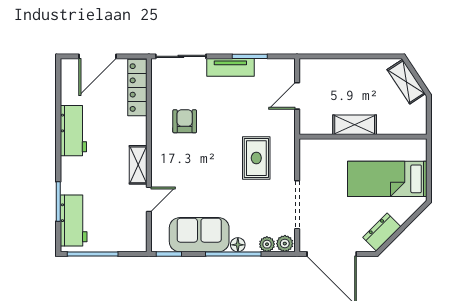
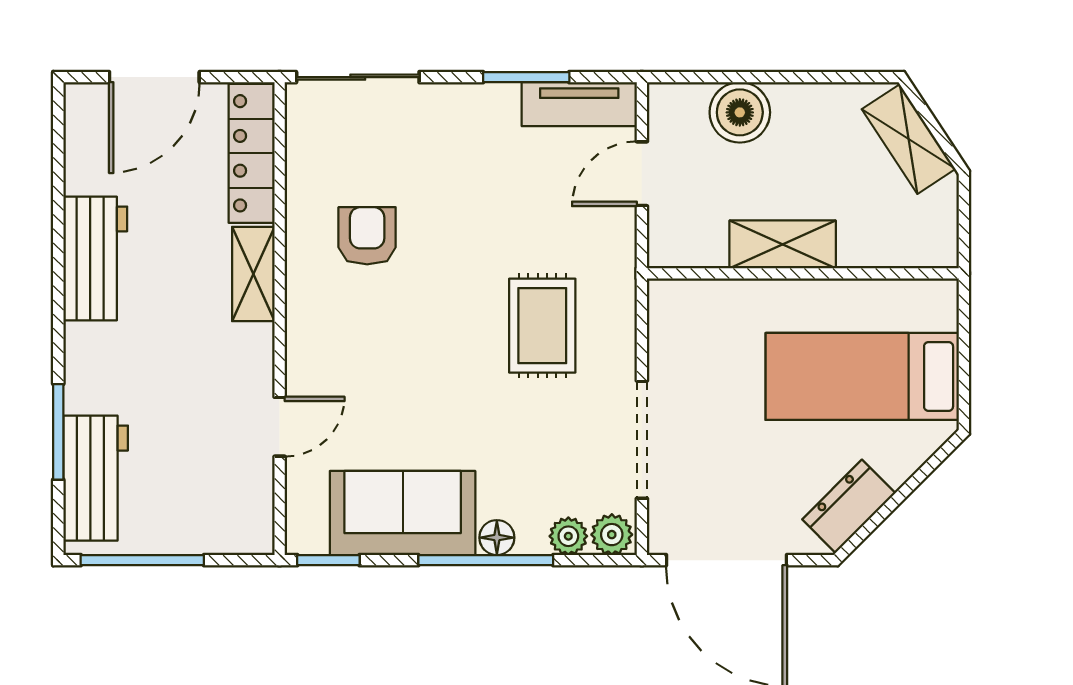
tv unit: (230, 67) -> (579, 104), moved
boiler: (337, 71) -> (740, 112), added
shelving: (138, 165) -> (253, 274), moved

